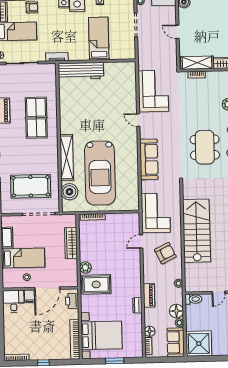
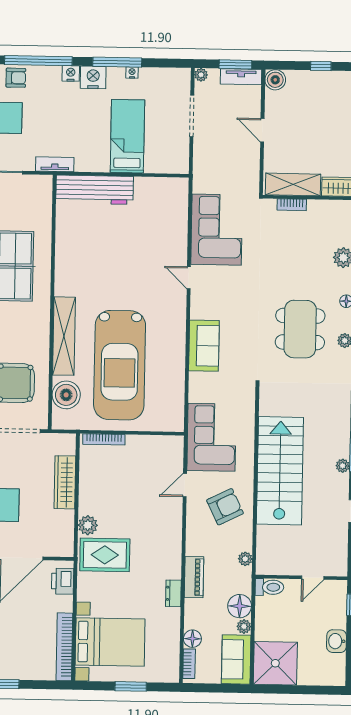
sofa: (149, 159) -> (204, 346), width x0.73

